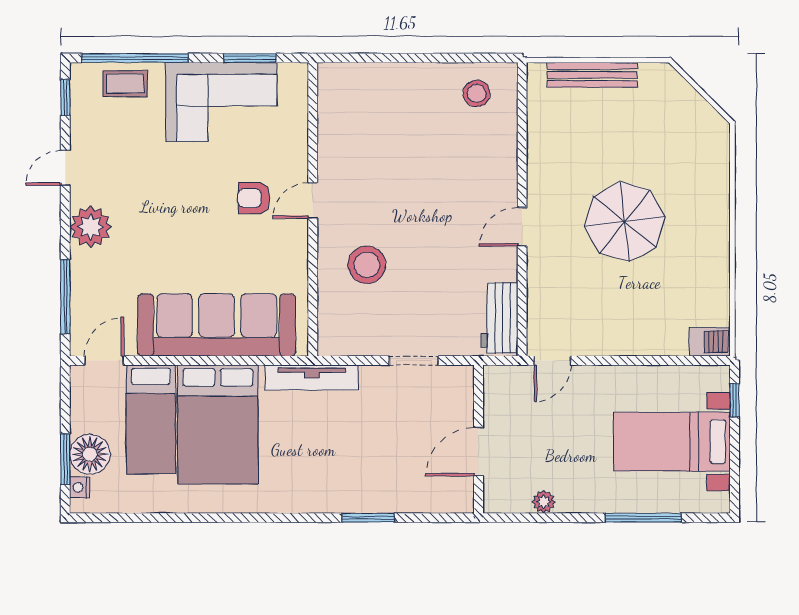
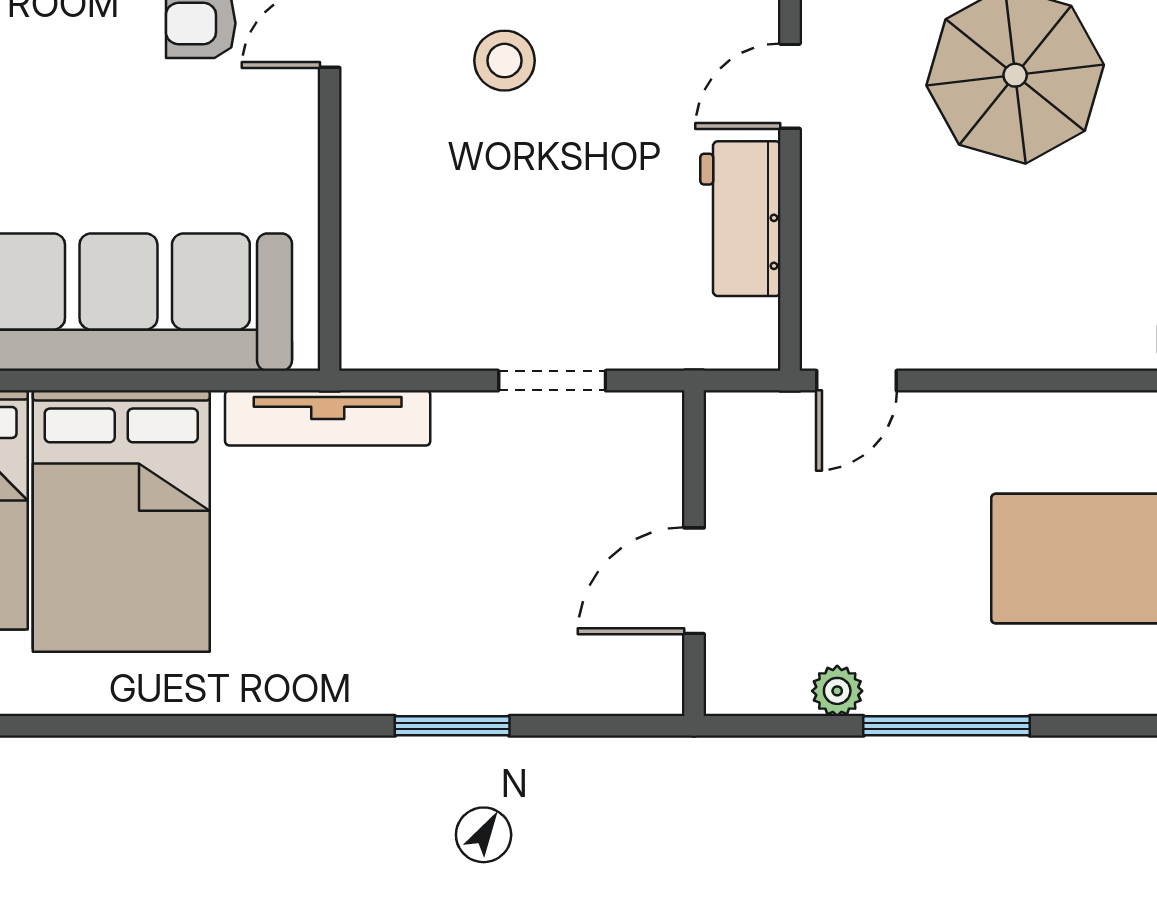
stool: (367, 265) -> (505, 61), moved, width x0.73, depth x0.73
workbench: (500, 318) -> (740, 219), moved
window: (643, 518) -> (947, 726), moved

